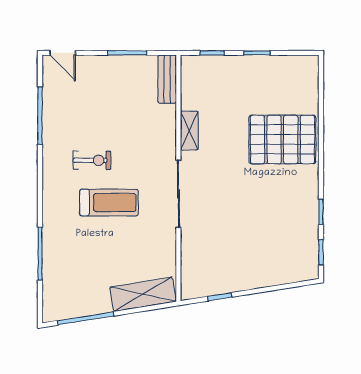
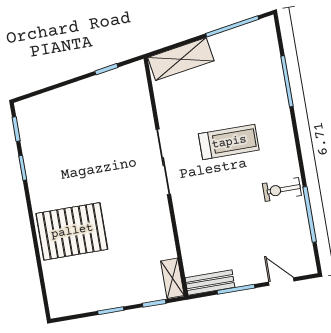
door: (63, 53) -> (281, 282), moved
bench: (167, 79) -> (210, 282), moved, turned 90
shelving: (189, 131) -> (172, 278), moved
exercise bike: (92, 160) -> (282, 190), moved
treadmill: (109, 203) -> (229, 142), turned 180

